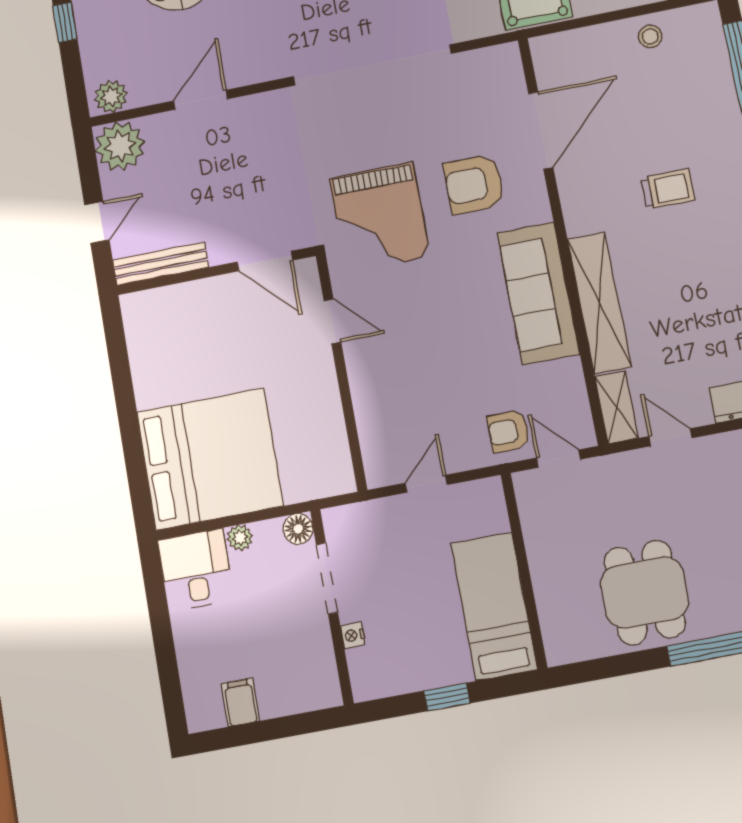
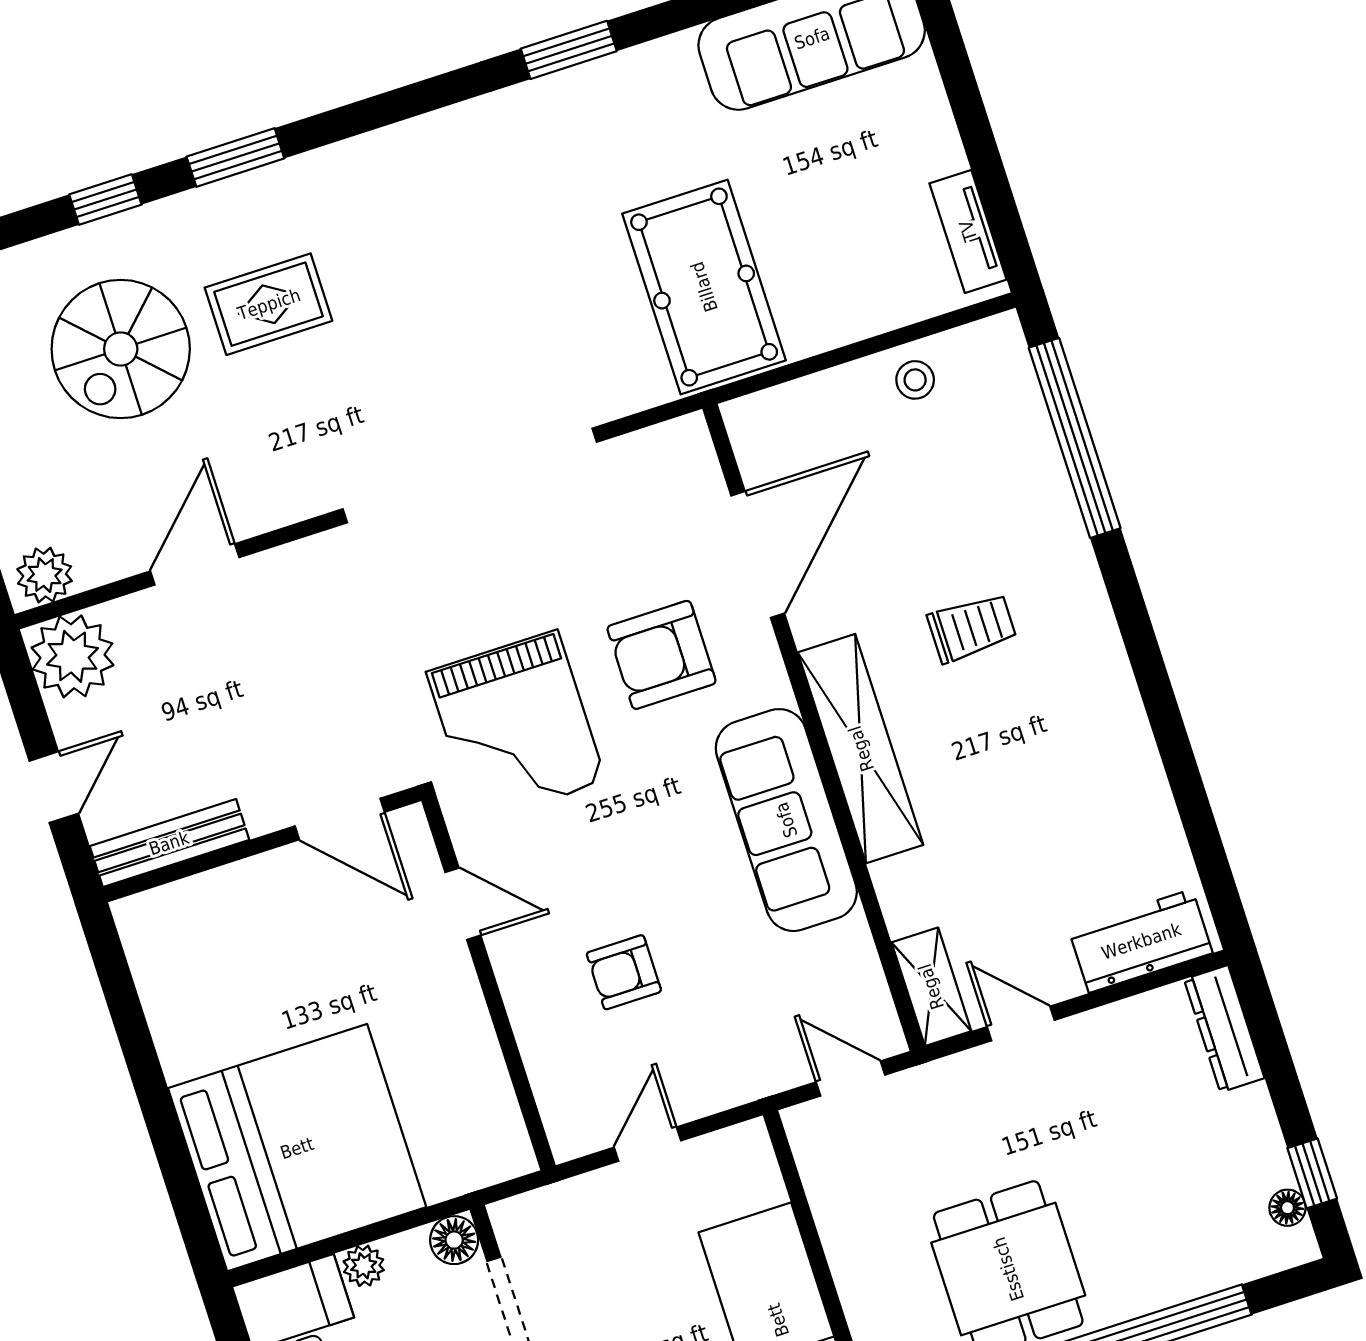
shelving: (599, 303) -> (861, 749), moved
armchair: (509, 431) -> (624, 972), moved

